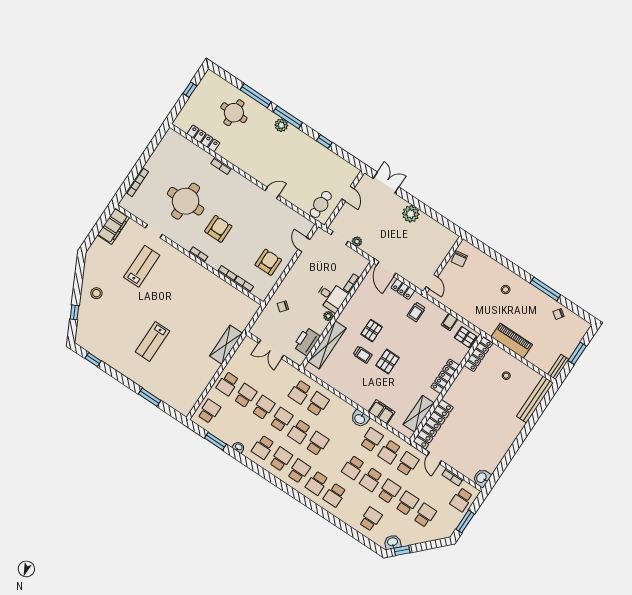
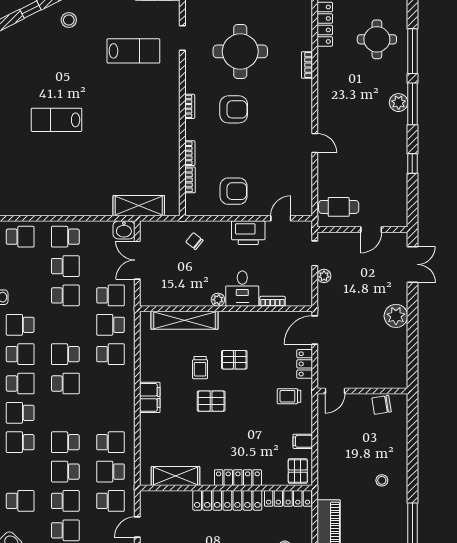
printer: (307, 341) -> (248, 233), moved, turned 180
shelving: (226, 345) -> (139, 206), moved
filing cabinet: (382, 412) -> (150, 397), moved
washbasin: (360, 419) -> (124, 230), moved, turned -90
school desk: (281, 420) -> (110, 295), moved
locker: (433, 424) -> (227, 500), moved

